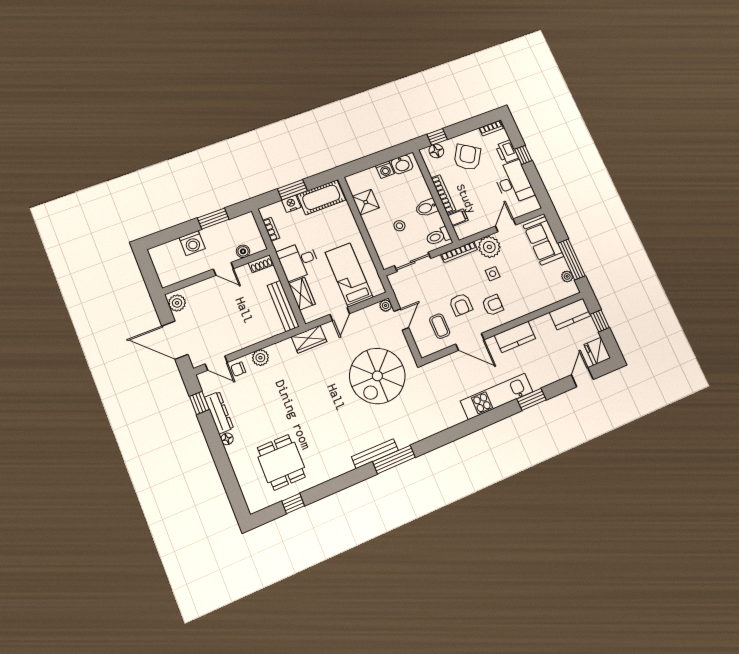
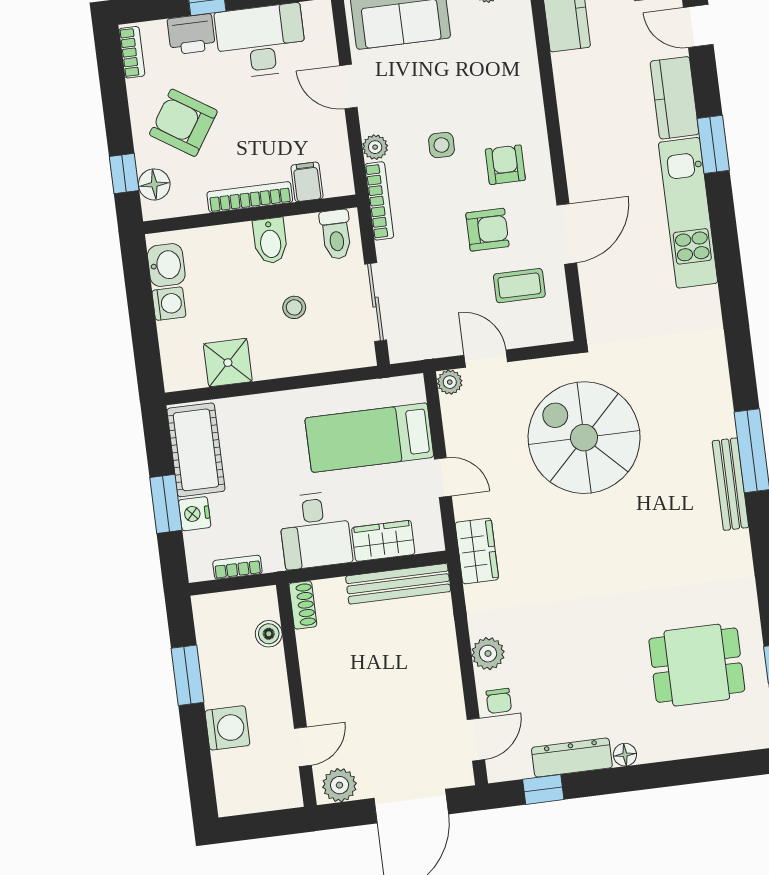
plant: (489, 247) -> (375, 147), width x0.53, depth x0.53
door: (223, 269) -> (303, 747), moved
kitchen counter: (515, 337) -> (675, 98), moved, turned 180
spiral stairs: (377, 376) -> (584, 438), turned 180

